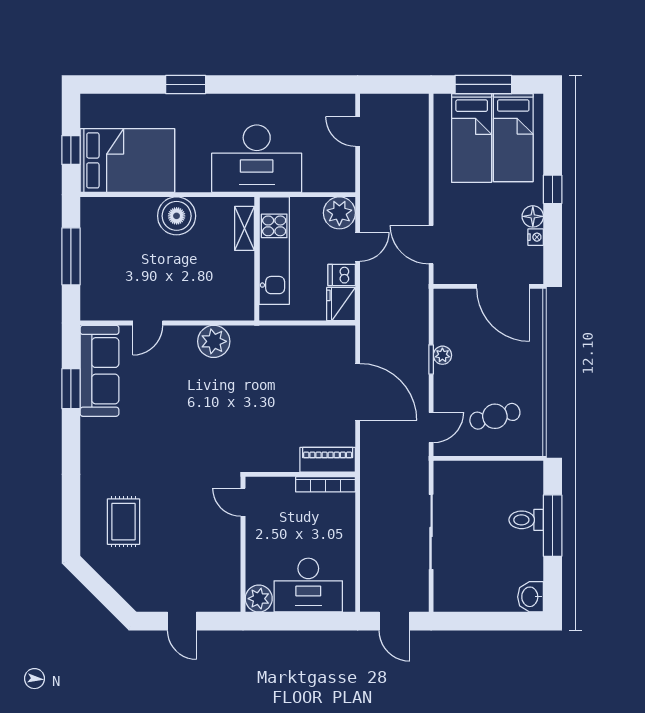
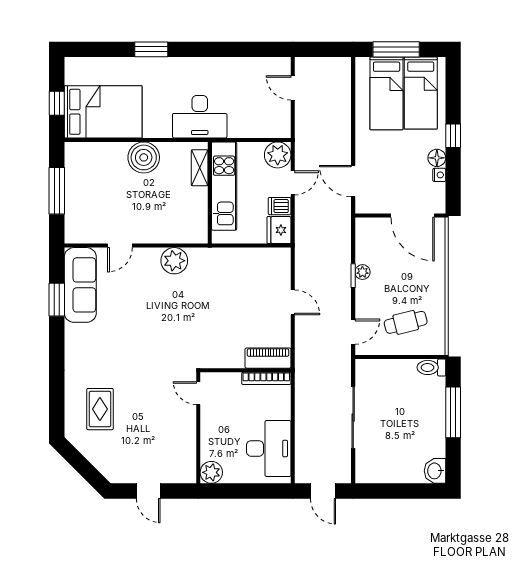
desk: (257, 159) -> (200, 117), width x0.73, depth x0.77
door: (358, 392) -> (293, 302), width x0.53
toilet: (526, 520) -> (431, 367), moved
desk: (308, 585) -> (269, 448), moved, turned -90

